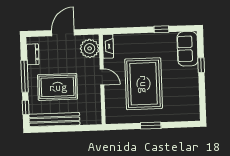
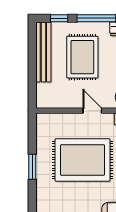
door: (102, 77) -> (92, 111), swing flipped

